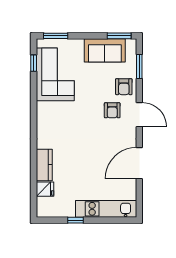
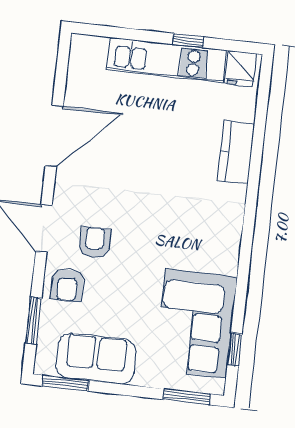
armchair: (124, 87) -> (67, 285), turned 180
fridge: (45, 189) -> (241, 69), moved, turned -90
kitchen unit: (106, 209) -> (167, 60), moved

